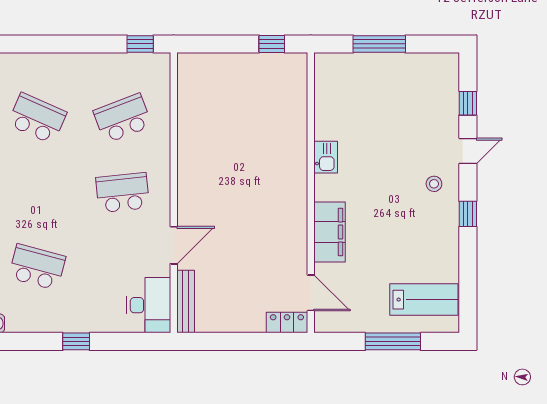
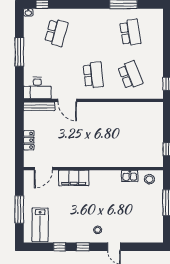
stool: (332, 80) -> (149, 179), added
window: (468, 103) -> (60, 247), moved
school desk: (37, 118) -> (130, 32), turned -33
kitchen sink: (326, 157) -> (130, 176), moved
locker: (287, 322) -> (29, 140), moved
window: (76, 341) -> (19, 52), width x2.17

